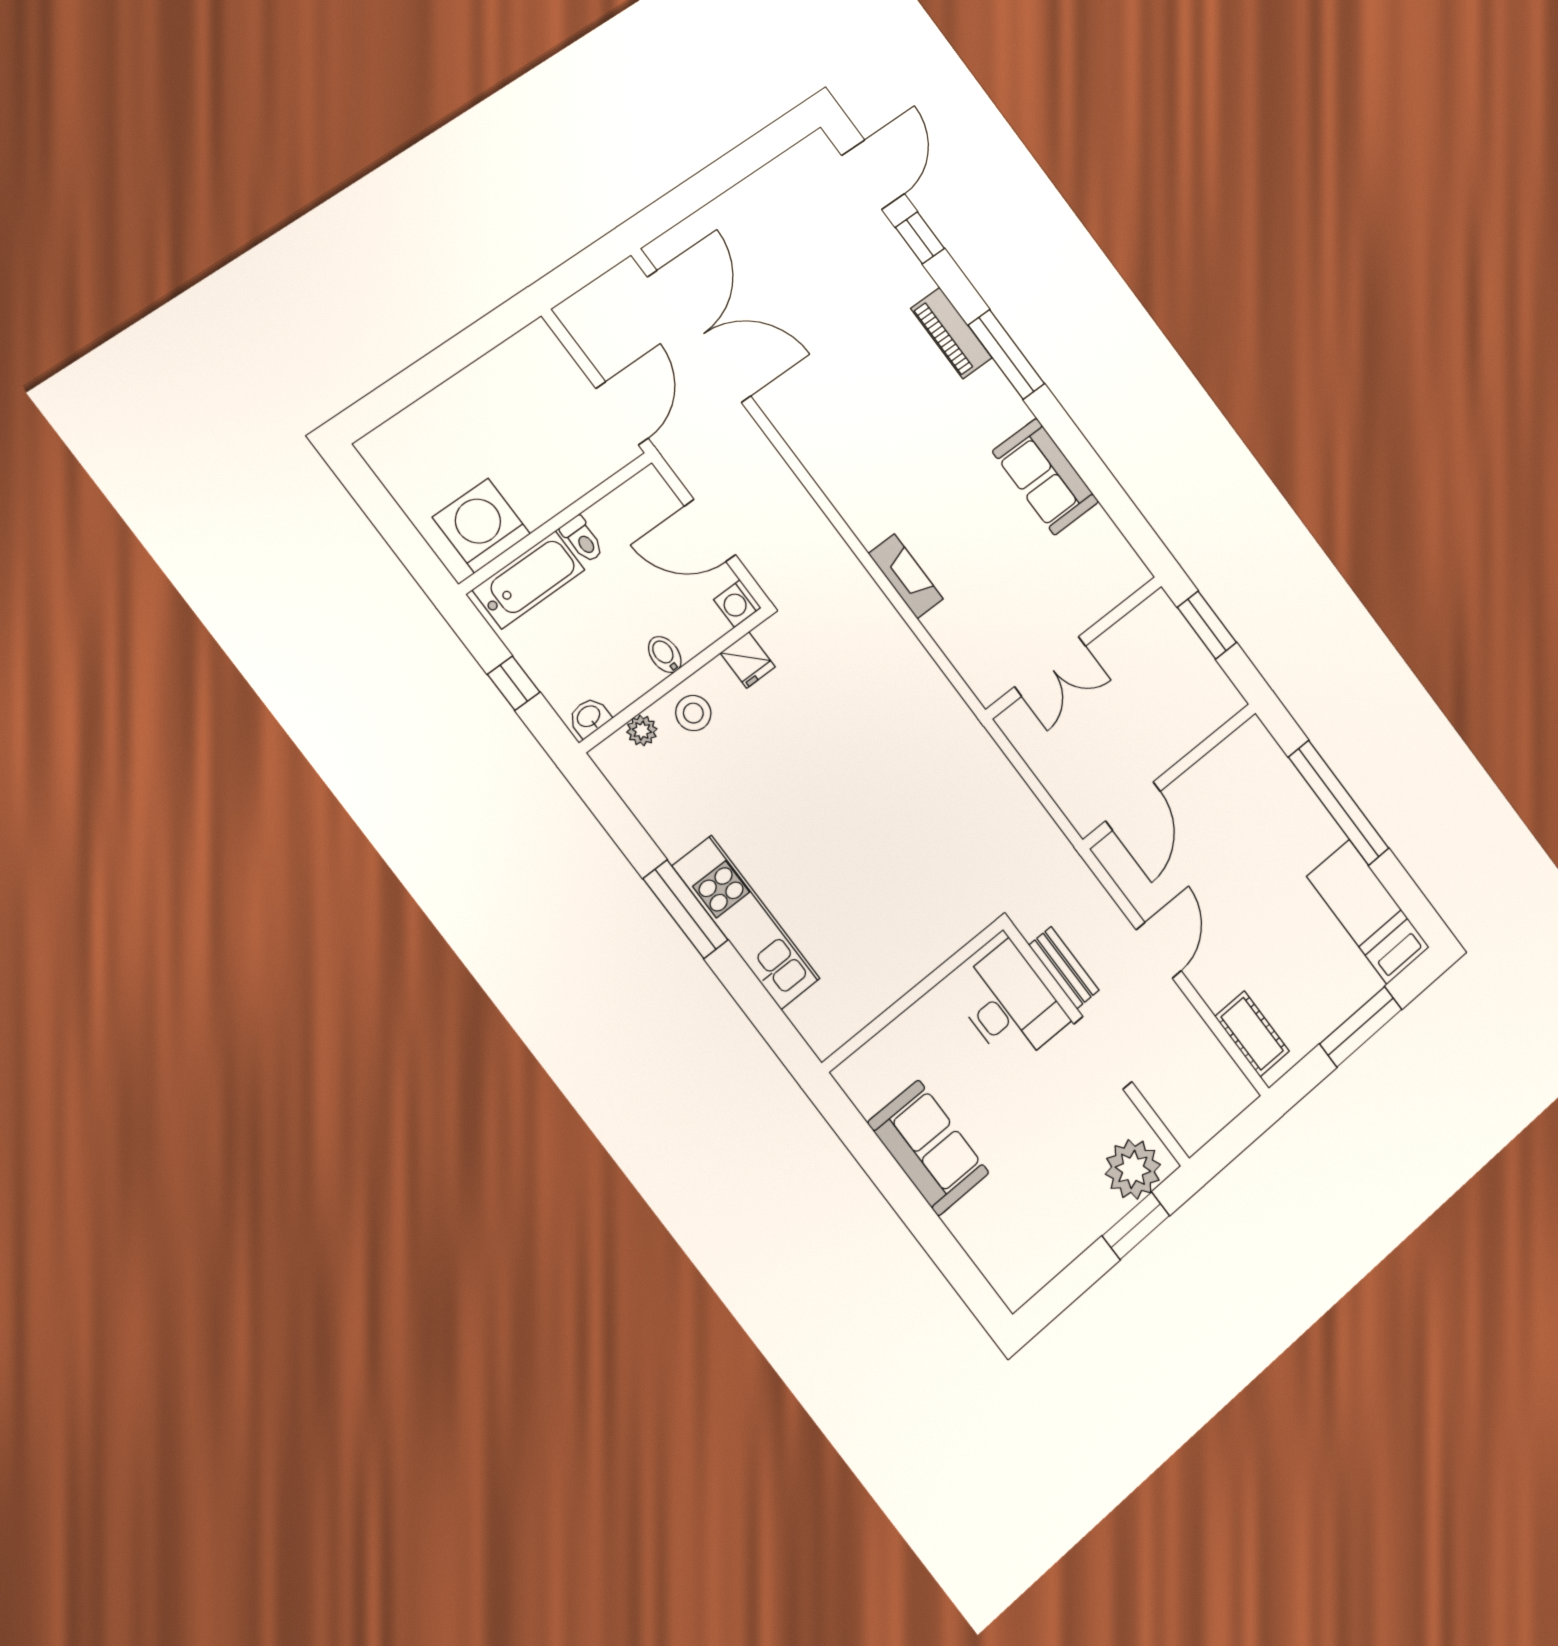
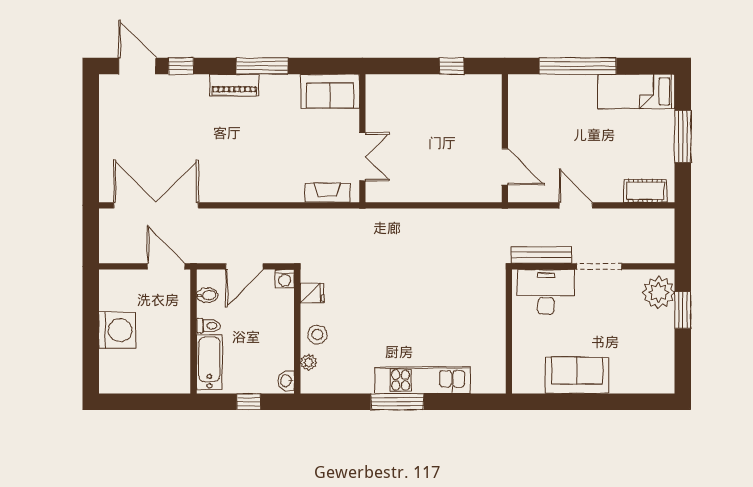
washing machine: (481, 526) -> (117, 330), moved, turned 180
window: (1207, 625) -> (452, 66), width x0.67
wall: (1075, 647) -> (362, 138), moved
bidet: (665, 655) -> (207, 295), moved, turned 180
double door: (1050, 666) -> (362, 157), moved
bench: (1064, 968) -> (542, 255), width x1.36

